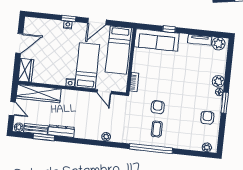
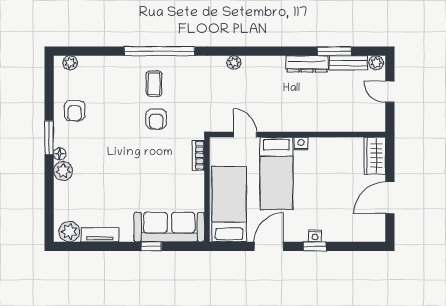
wardrobe: (39, 94) -> (350, 120), removed

